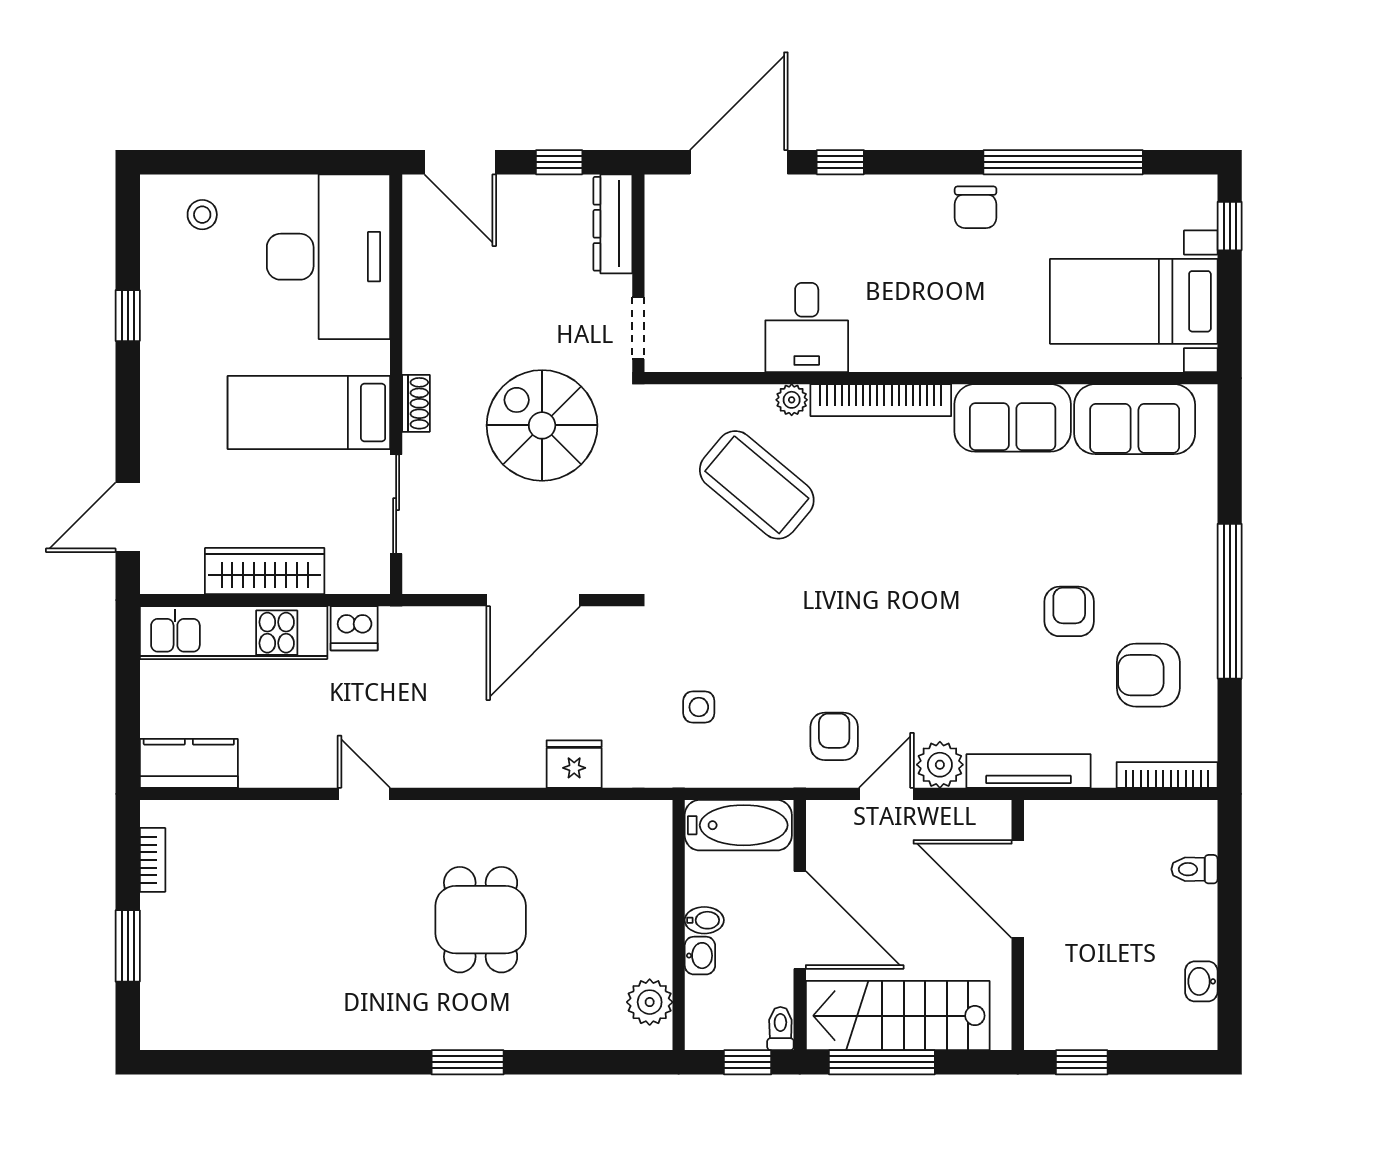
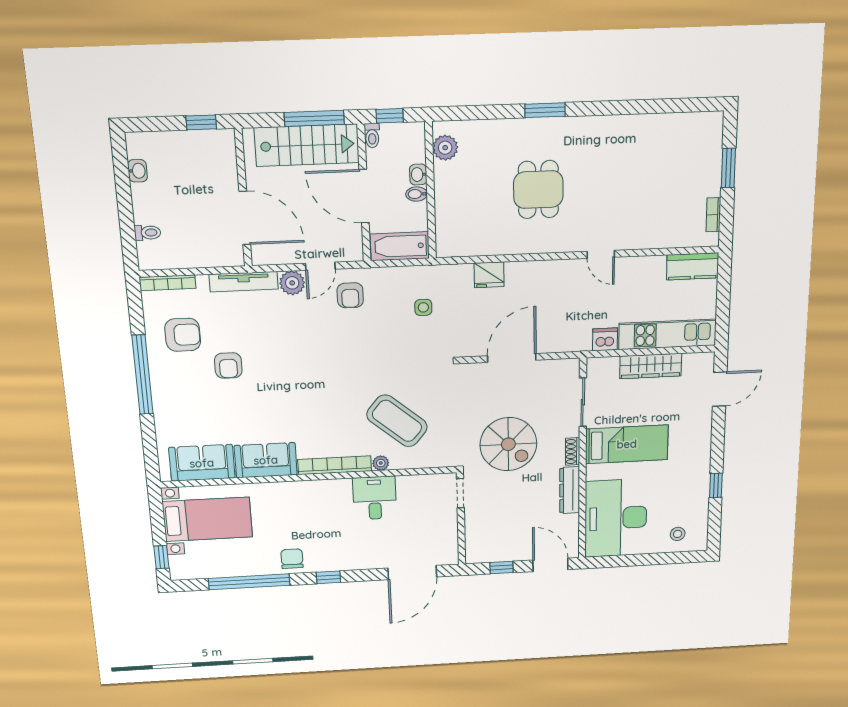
window: (840, 162) -> (328, 577), moved
dresser: (613, 224) -> (570, 490), moved, turned 180

